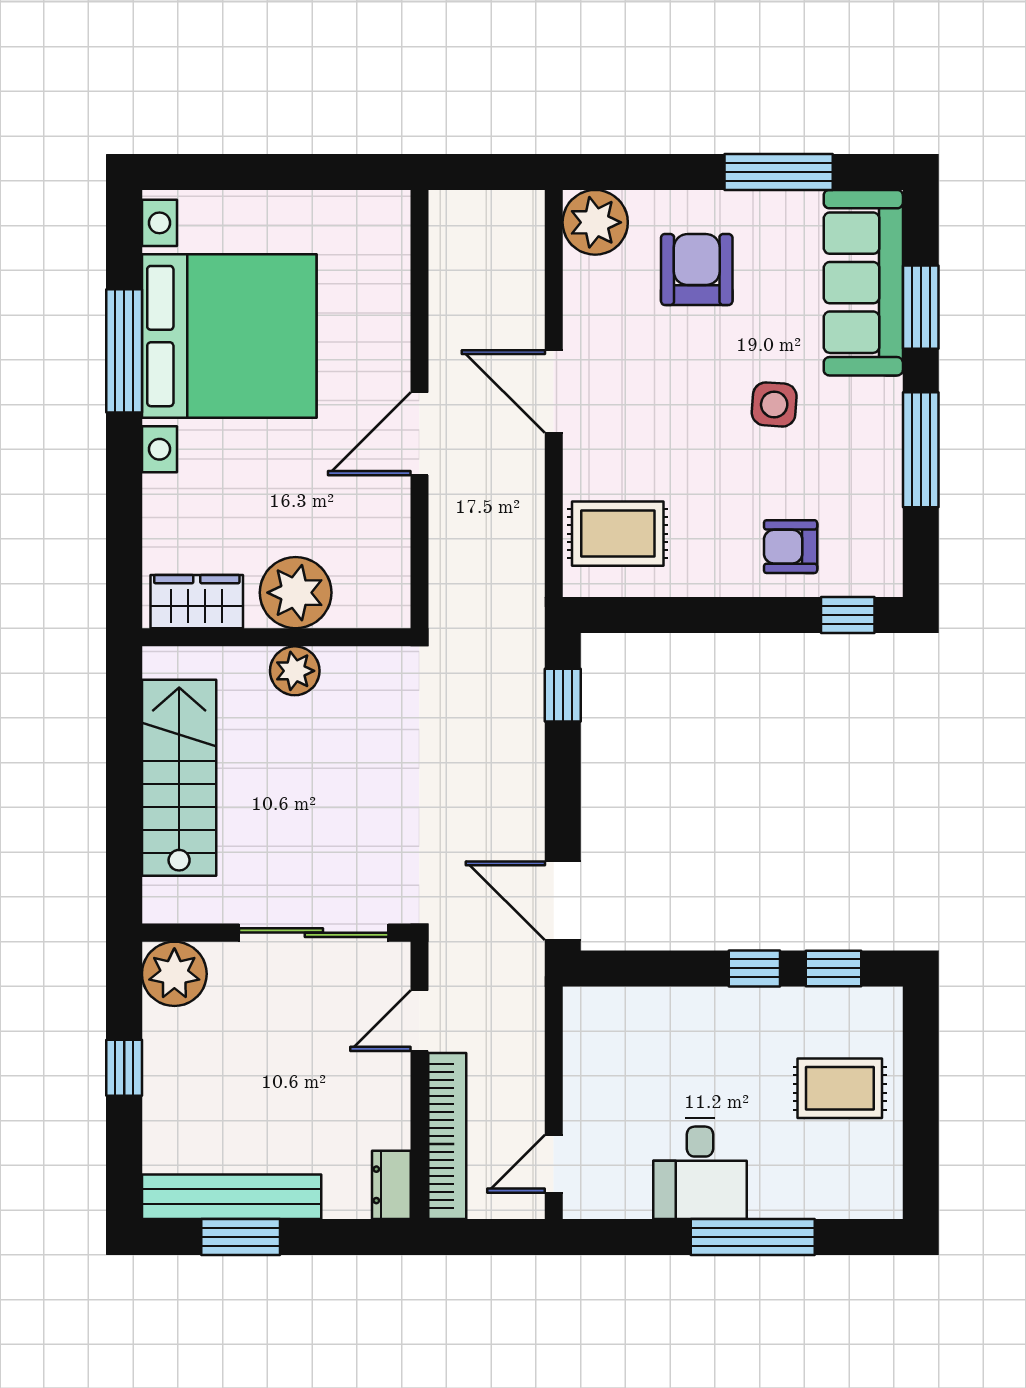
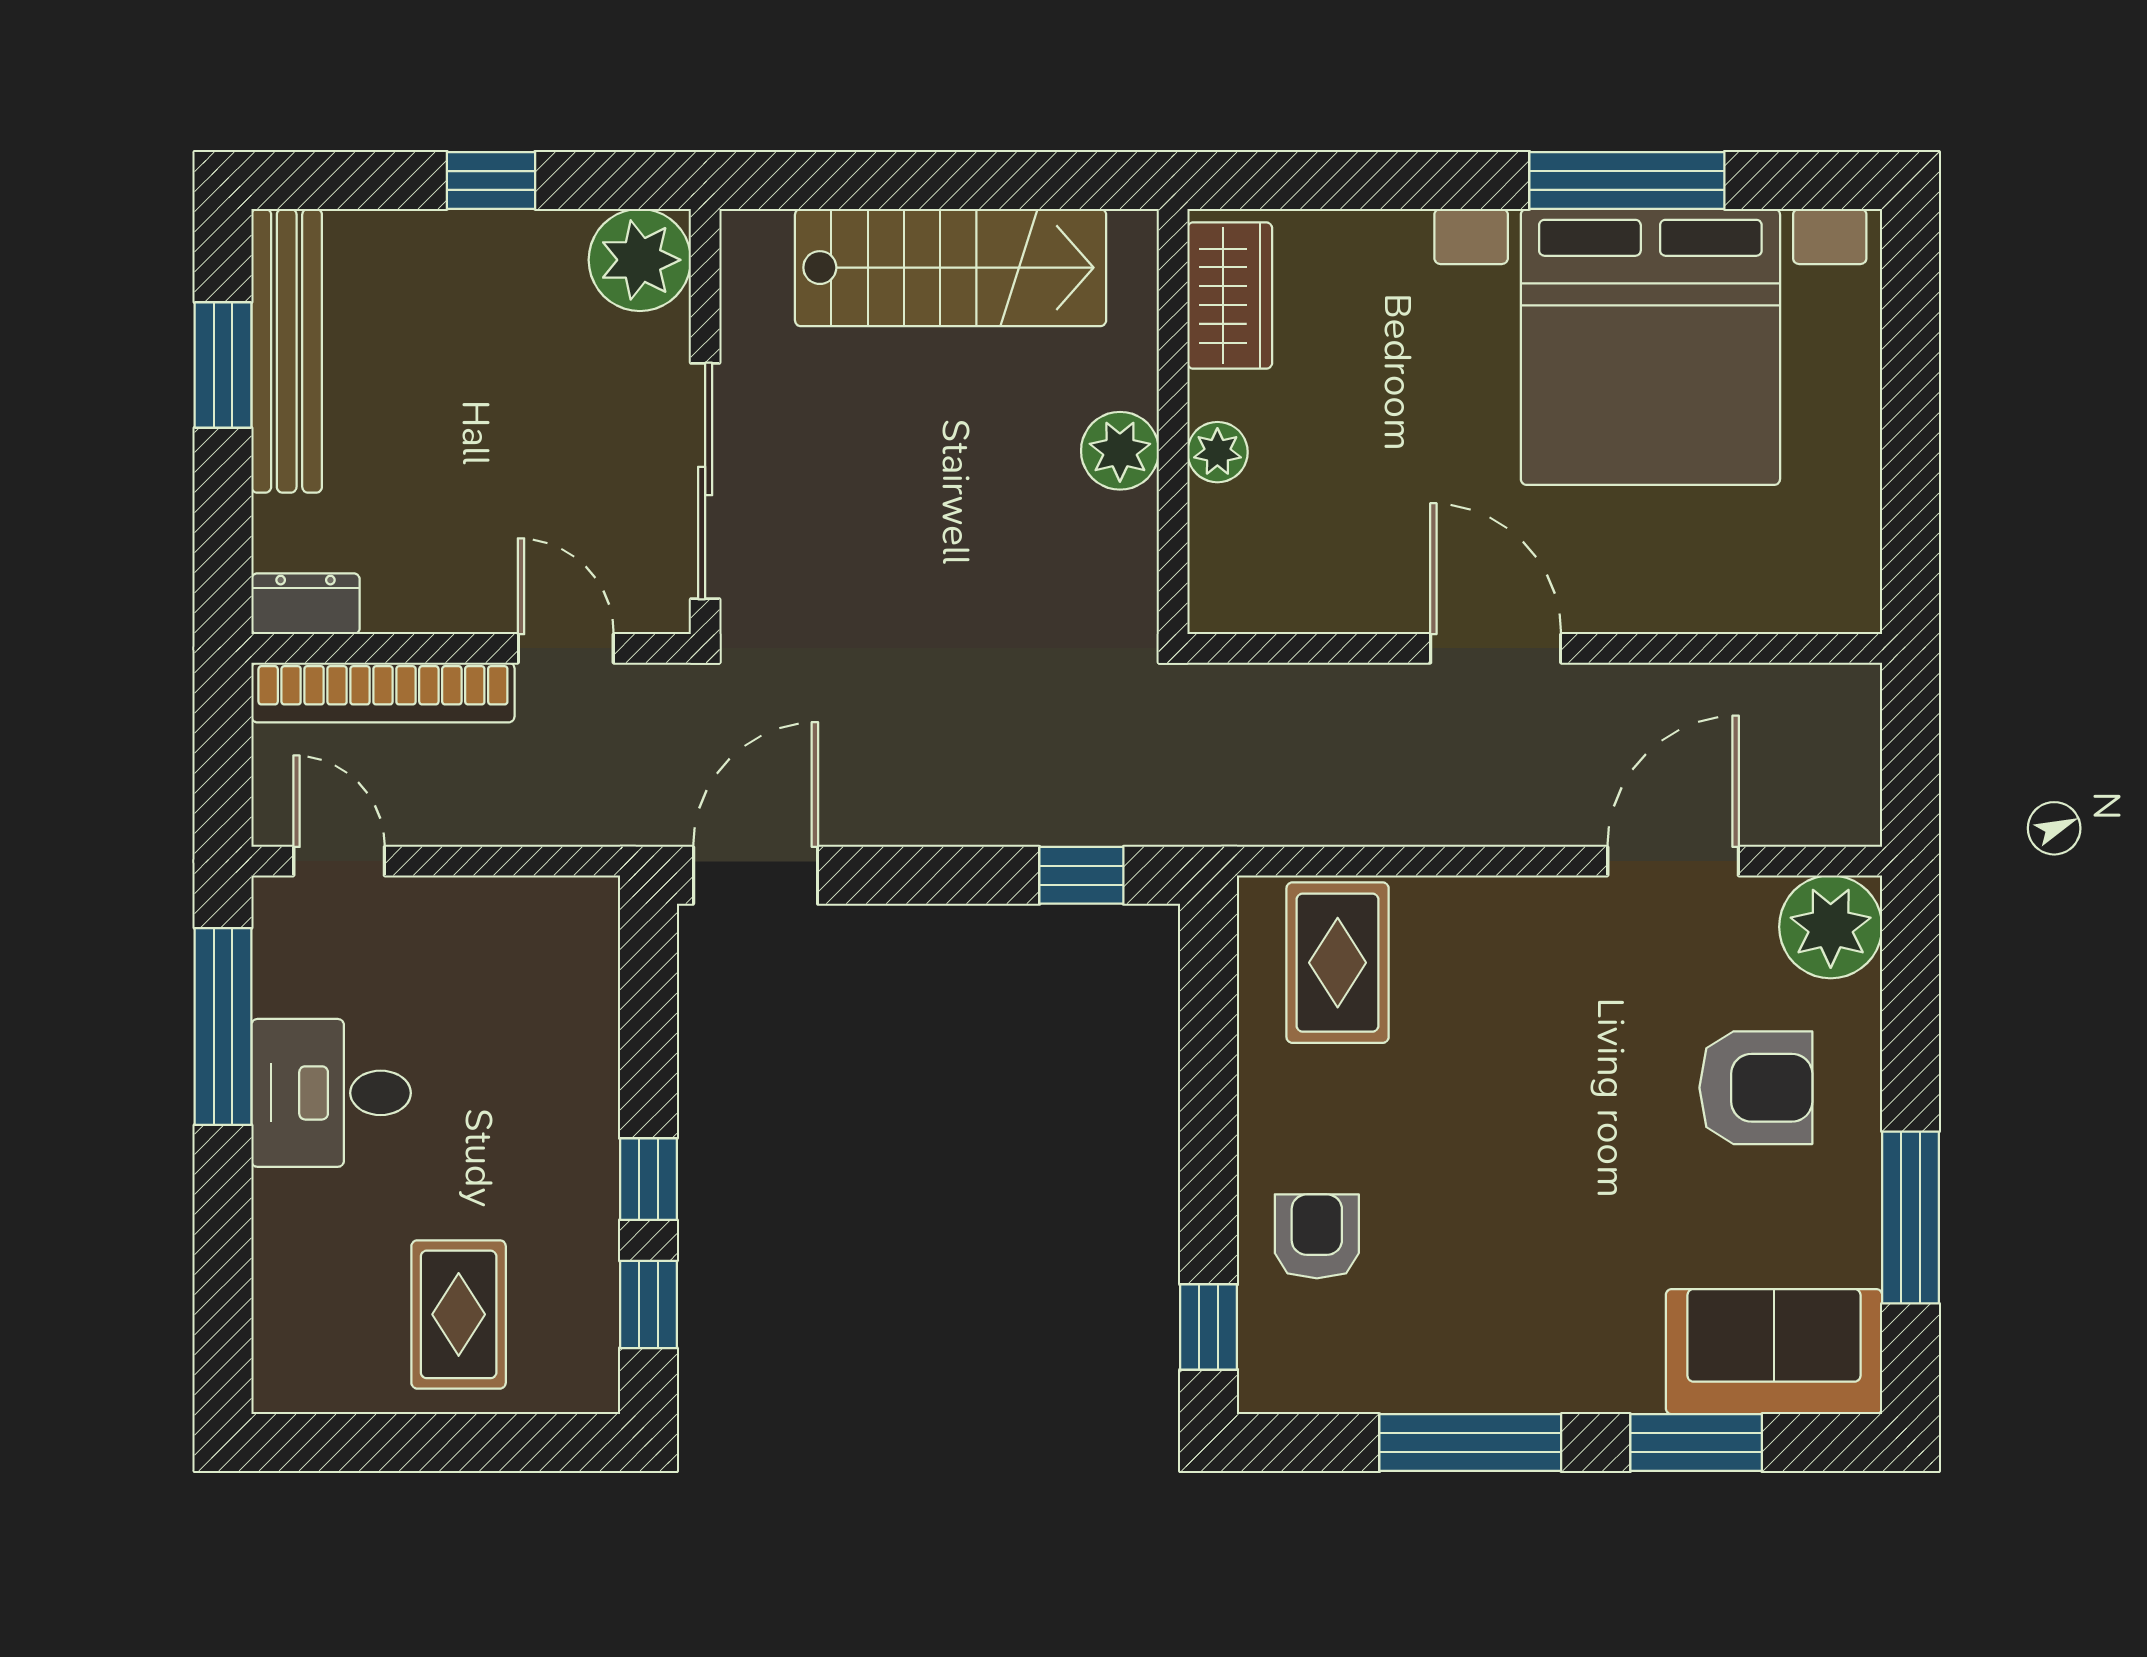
sofa: (863, 283) -> (1774, 1352), width x0.73
door: (554, 391) -> (1673, 861), moved
side table: (774, 404) -> (1542, 1210), removed
plant: (296, 593) -> (1217, 452), width x0.53, depth x0.53
window: (753, 1237) -> (223, 1027), moved

